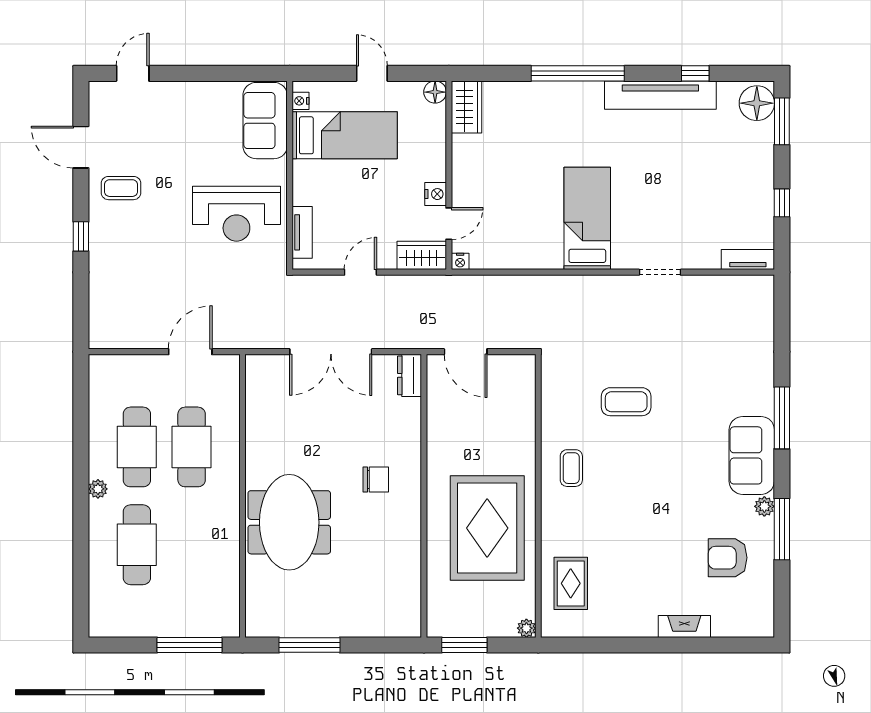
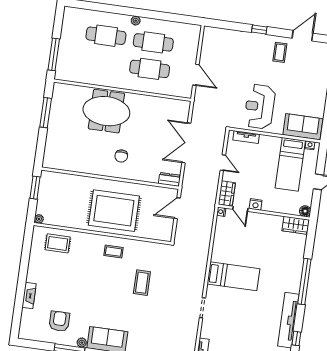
rug: (487, 528) -> (114, 211), moved

